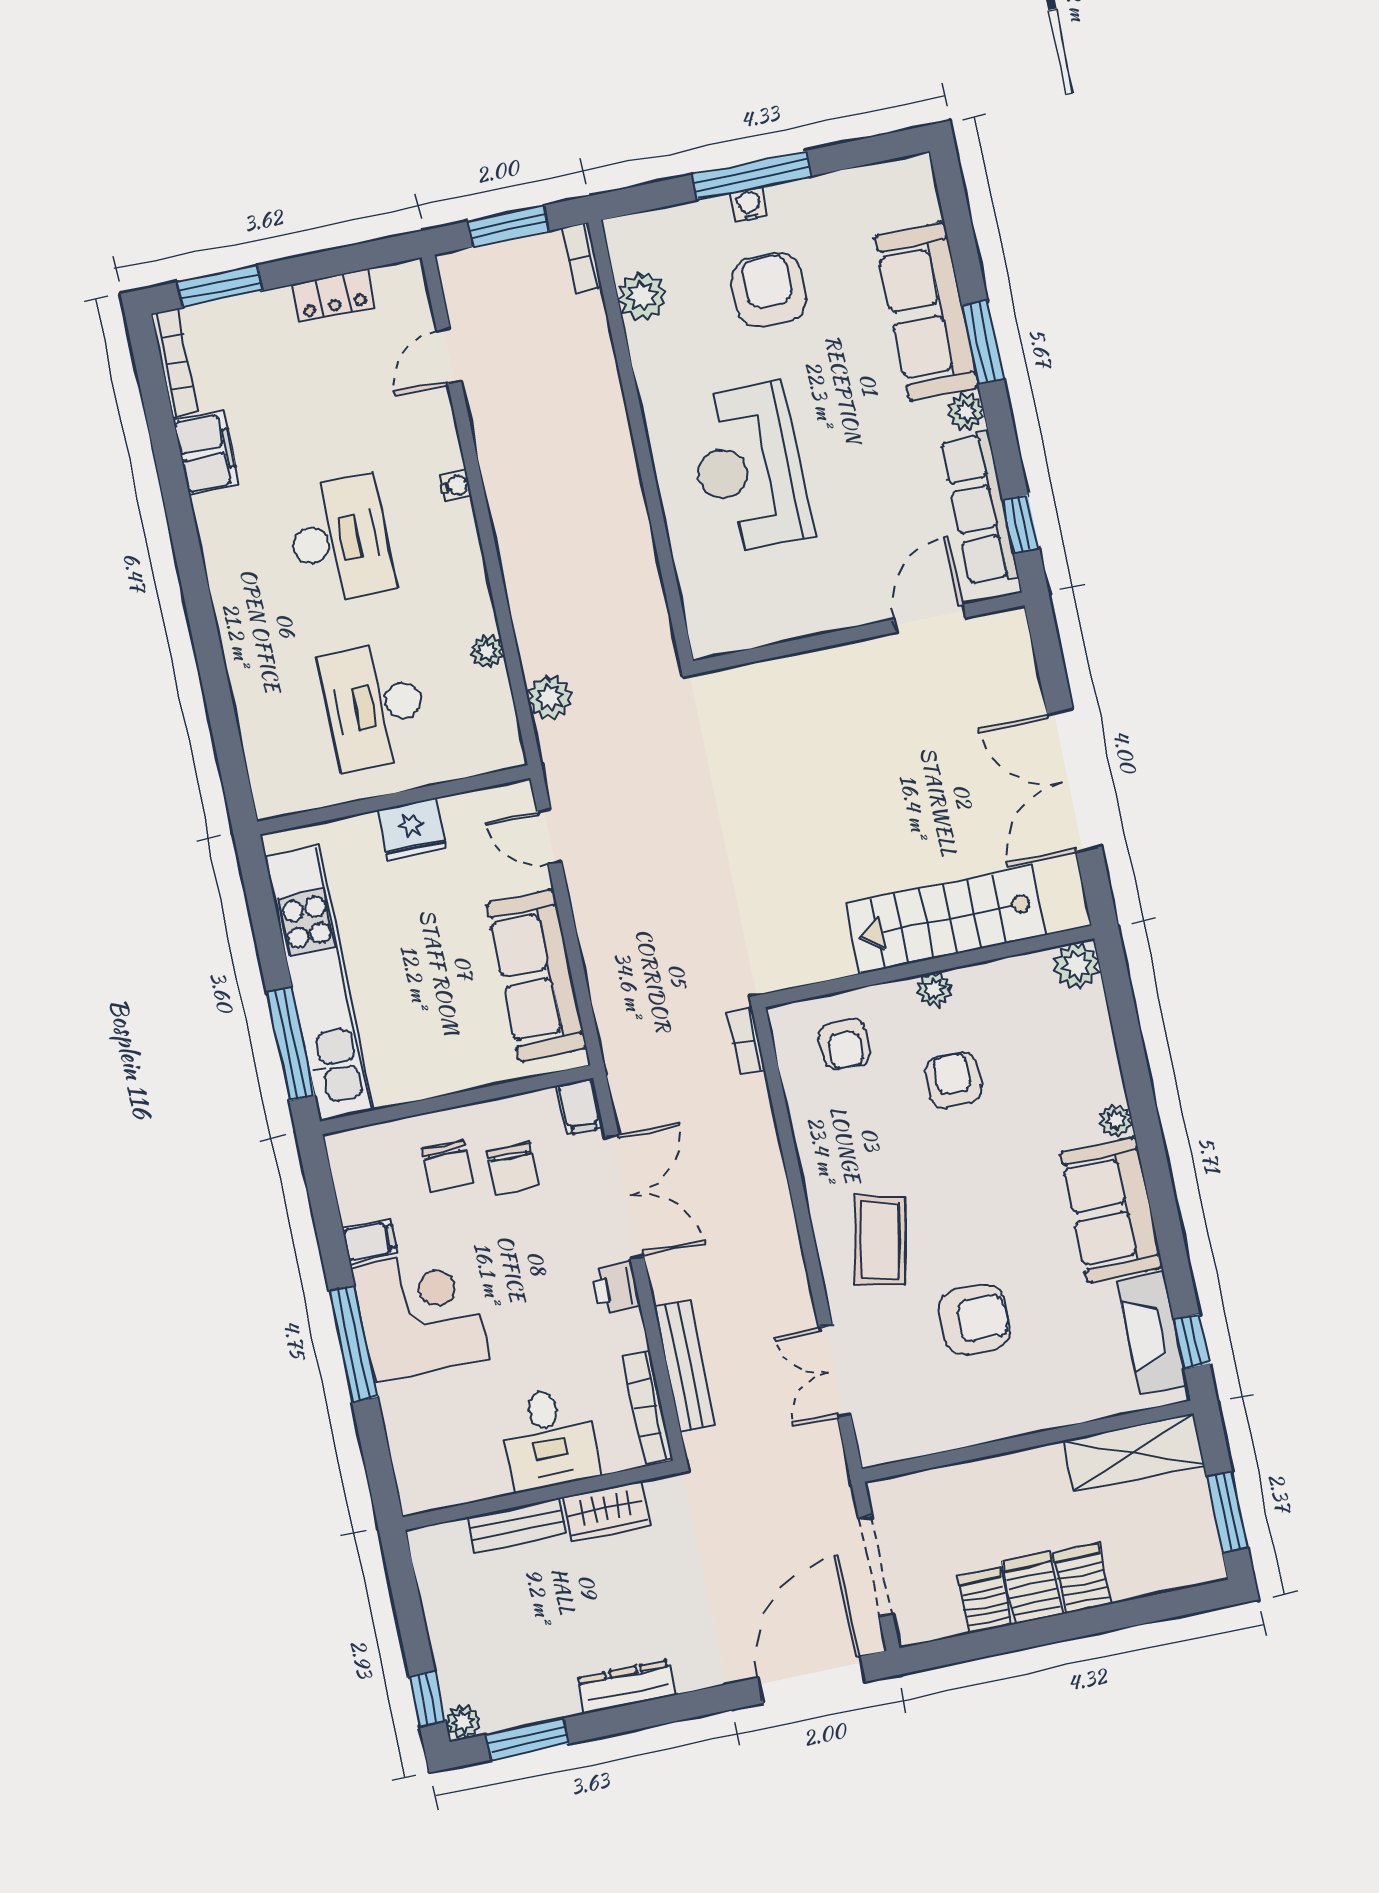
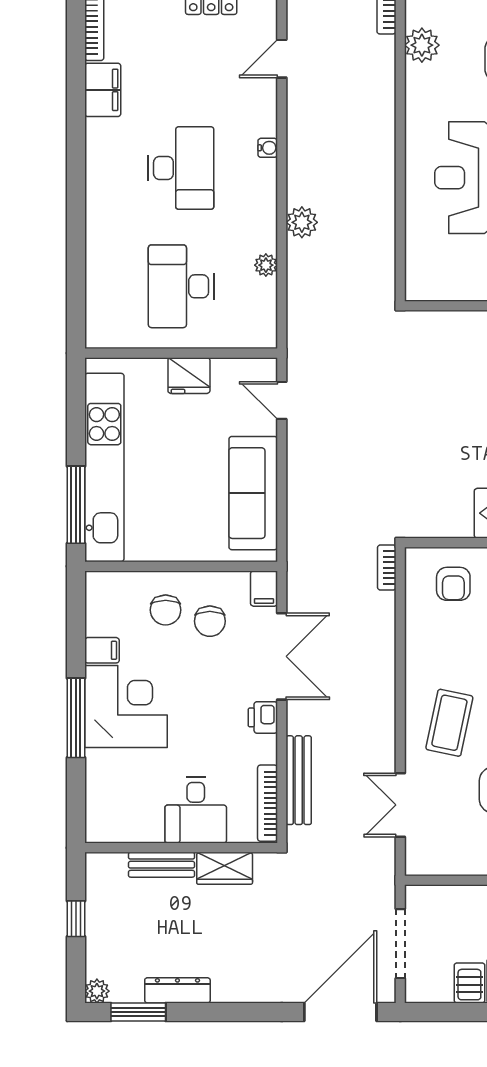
plant: (550, 698) -> (302, 222), moved
dresser: (626, 1687) -> (177, 990), moved
window: (427, 1699) -> (76, 919), moved

